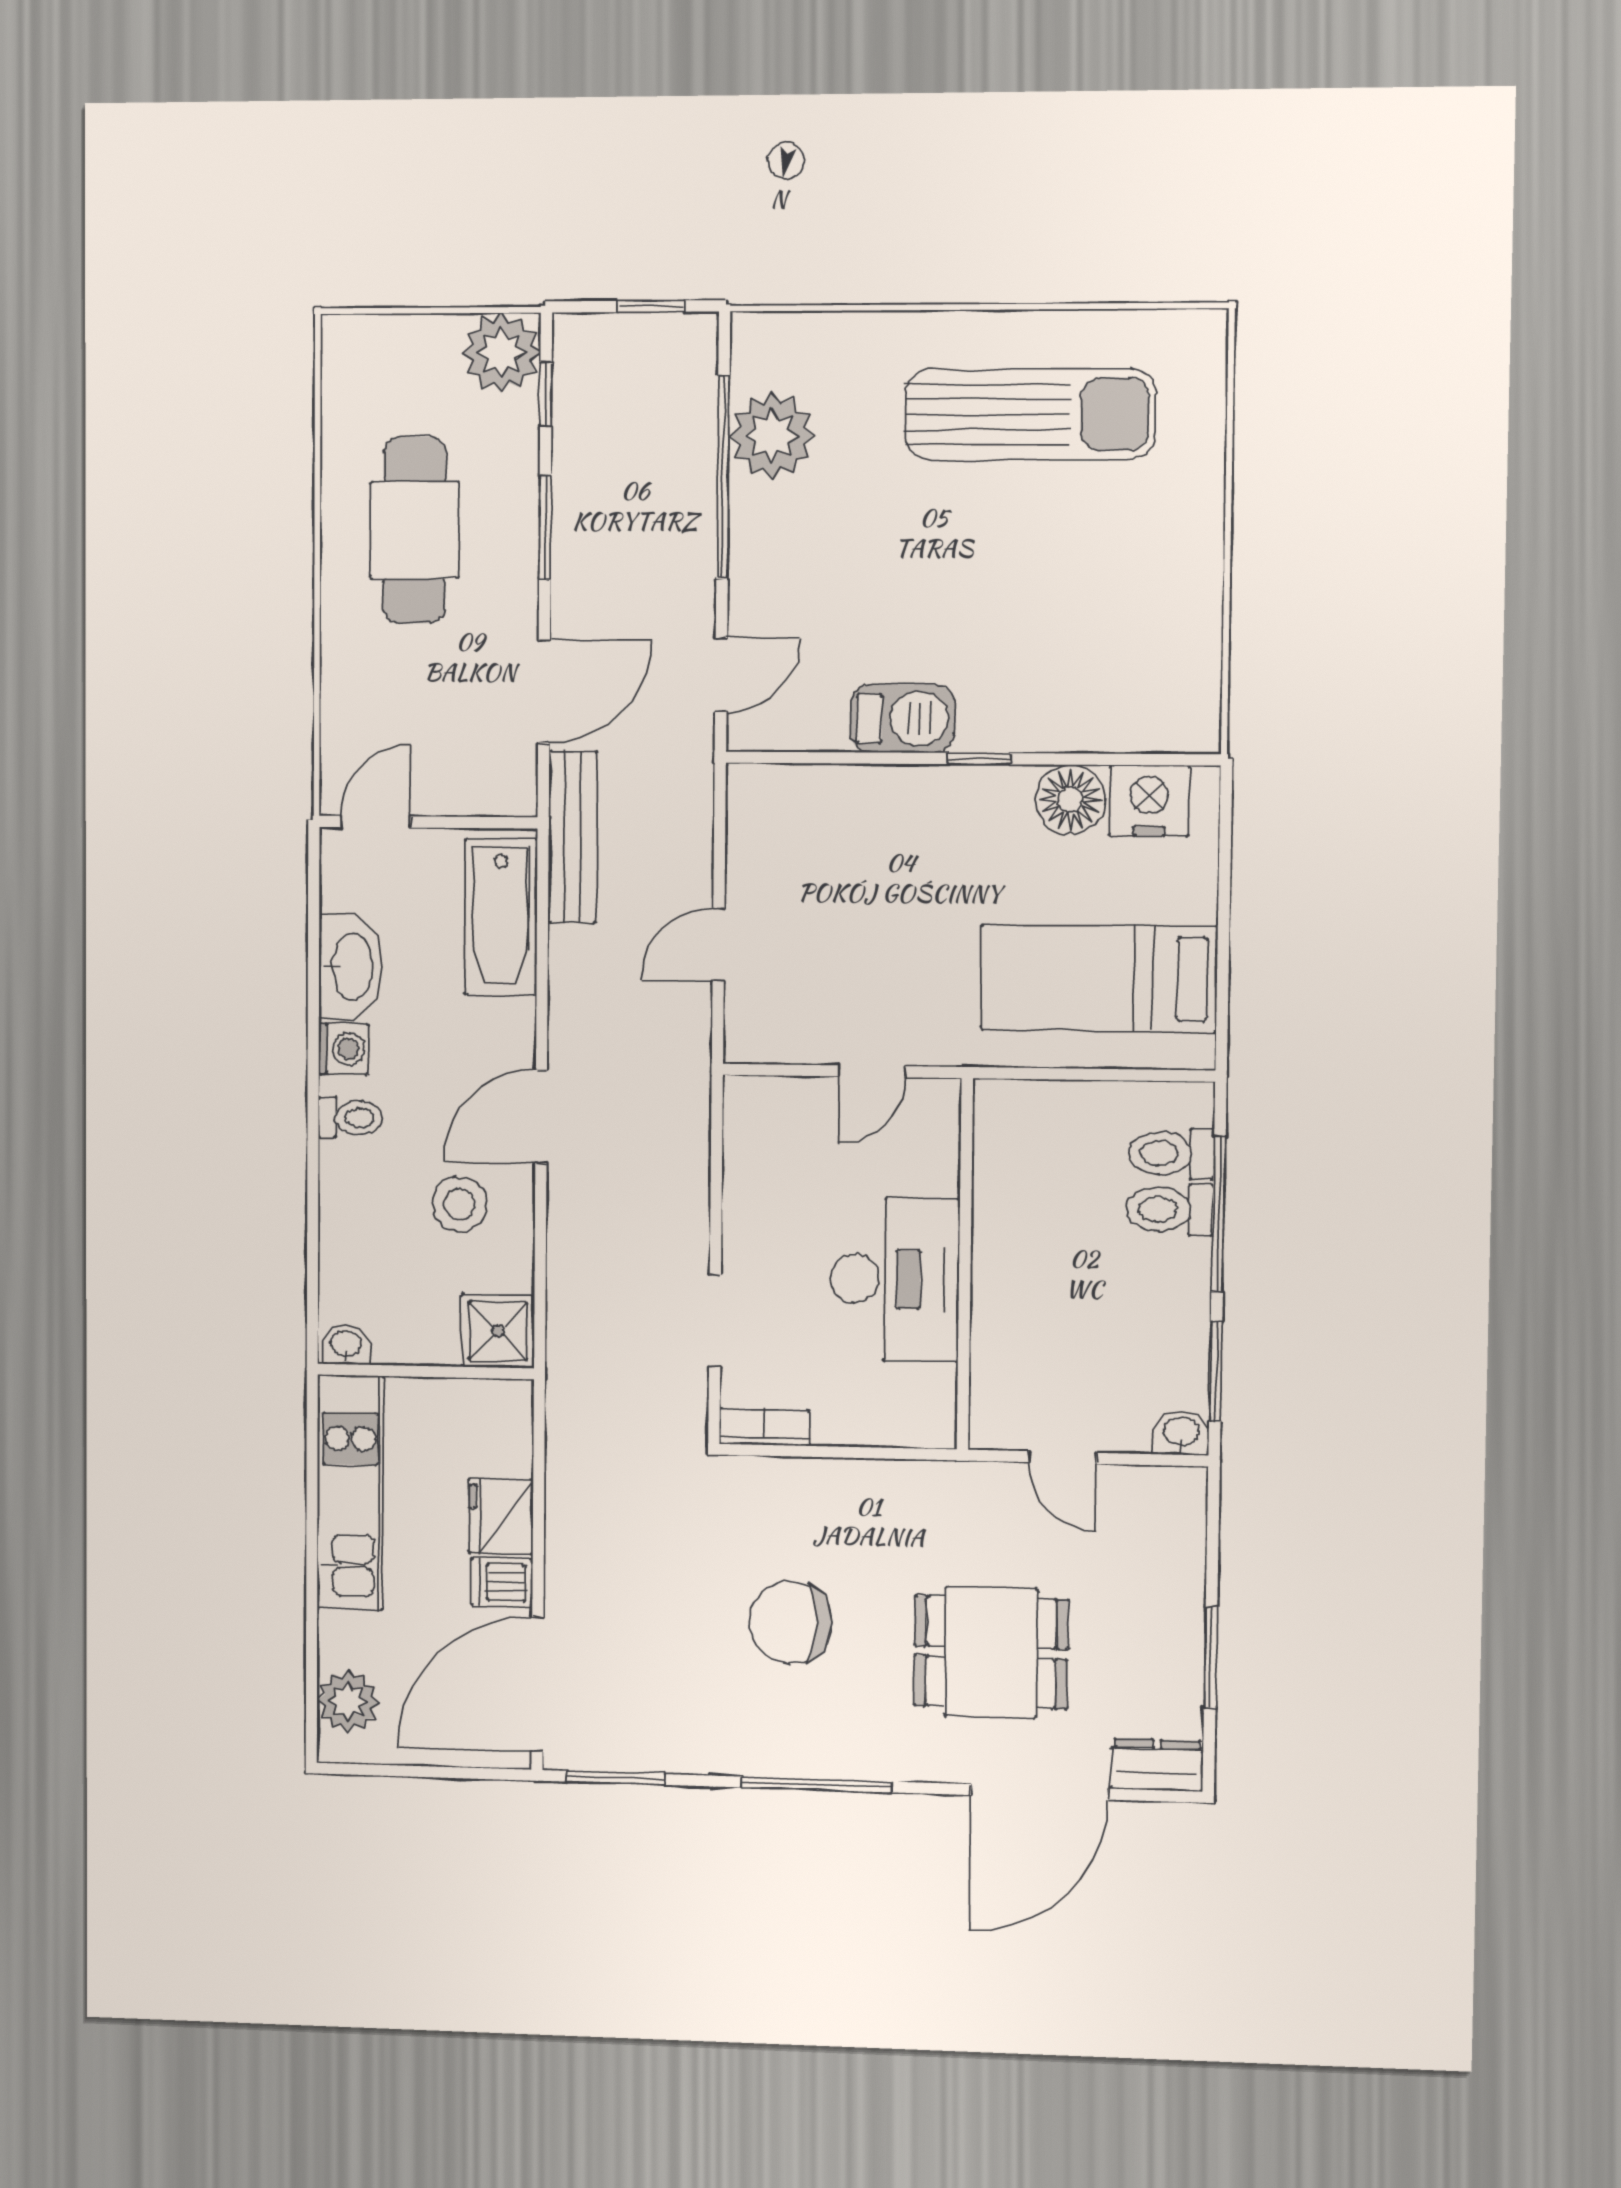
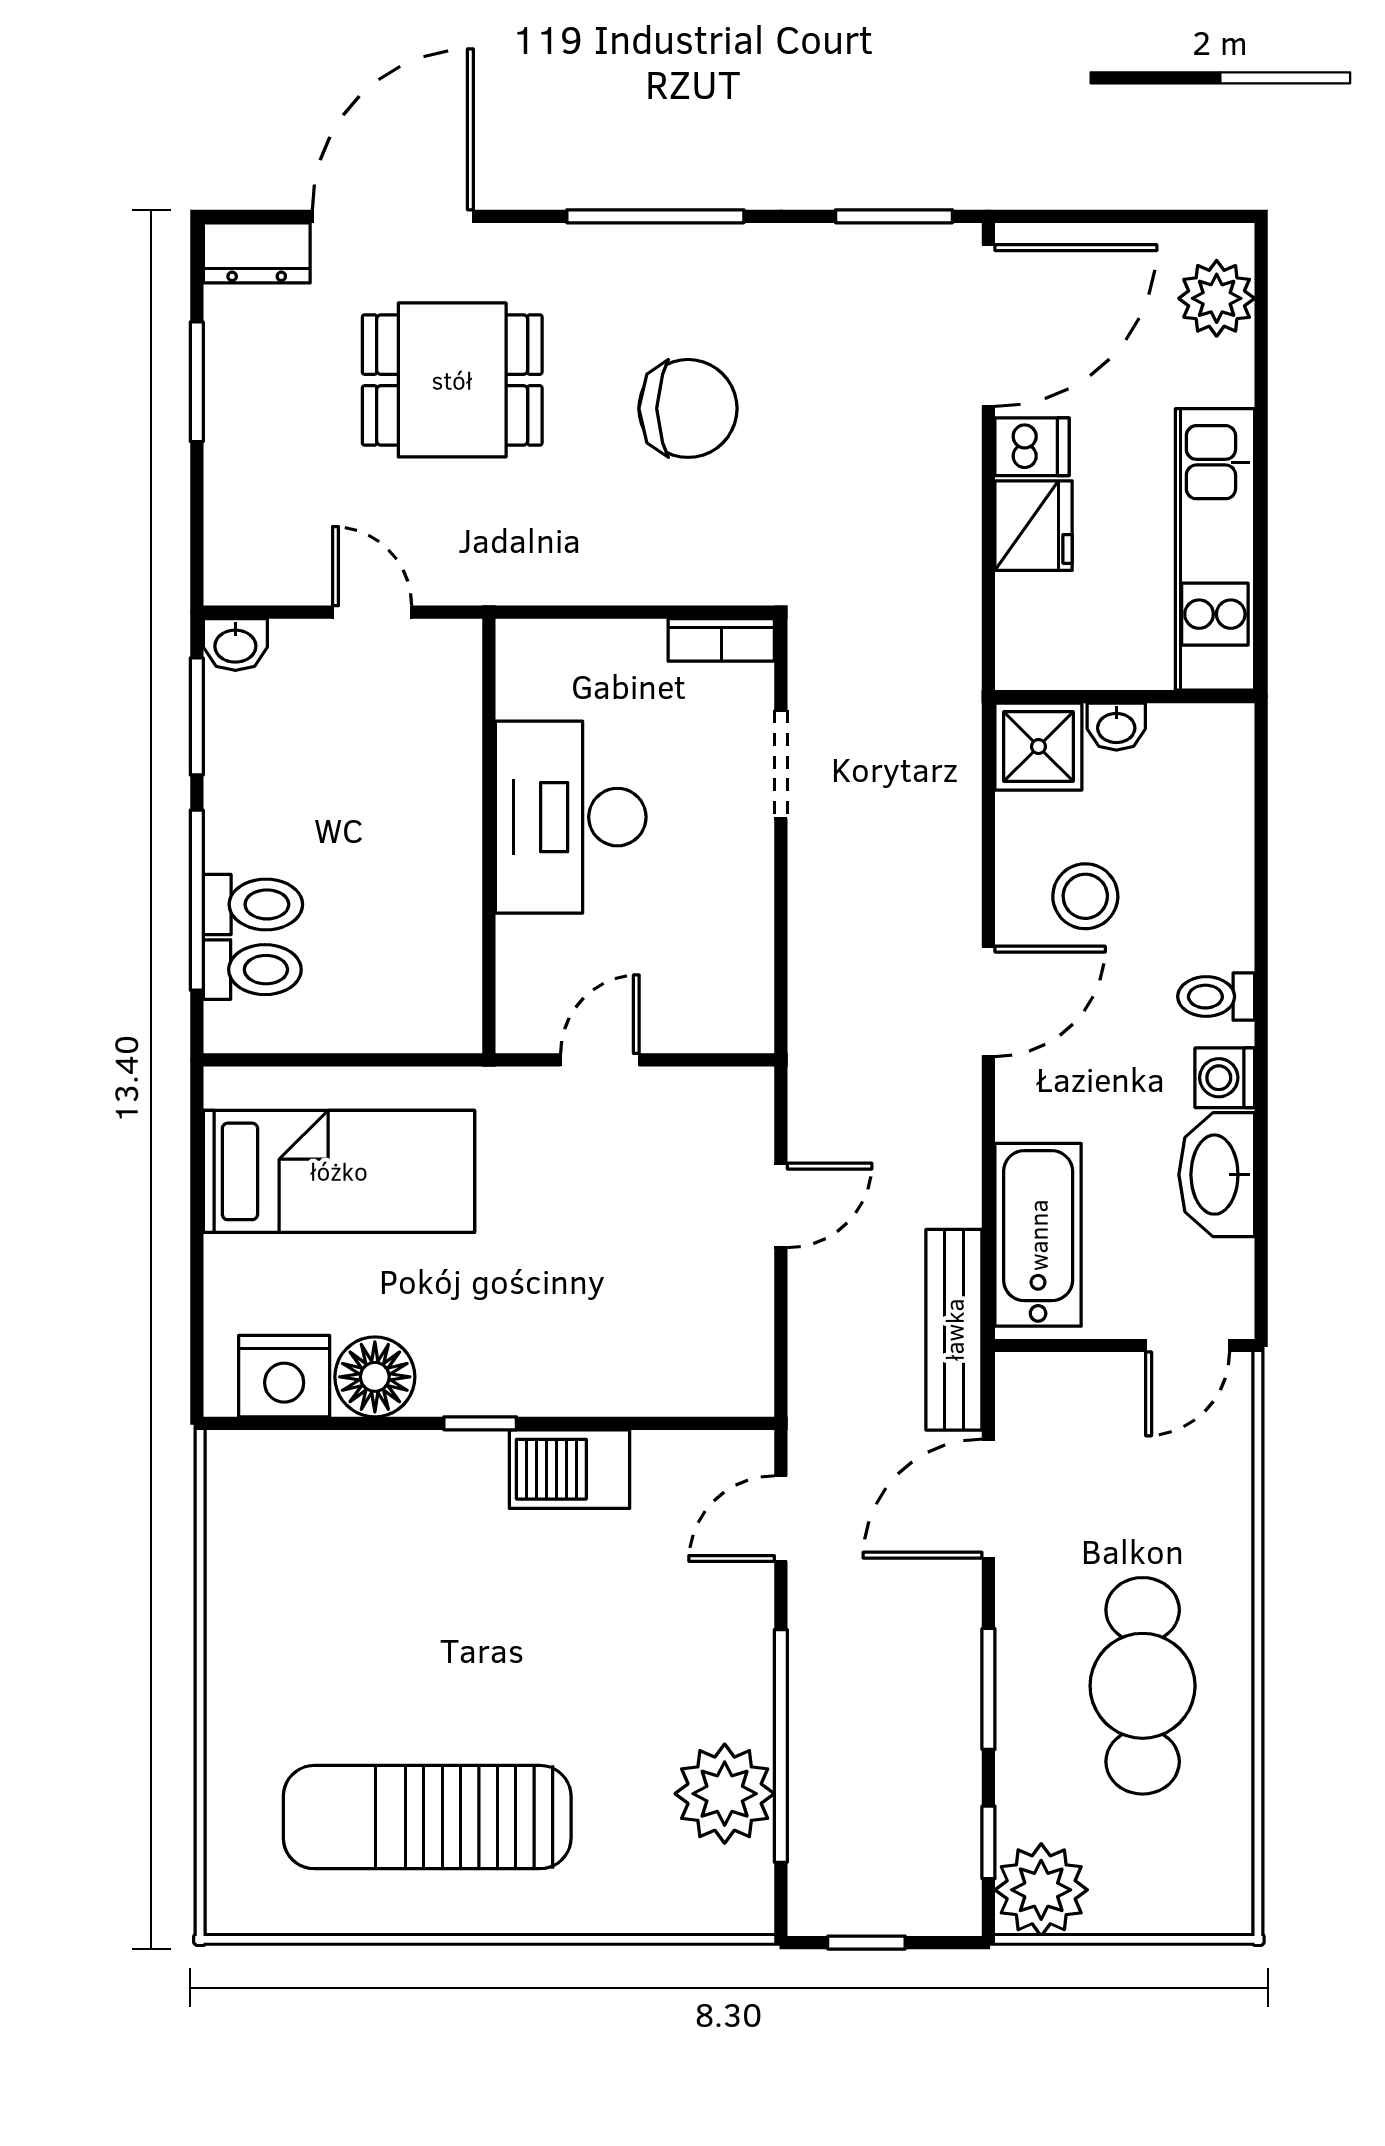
washbasin: (346, 1345) -> (1116, 727), moved

